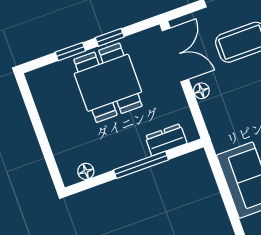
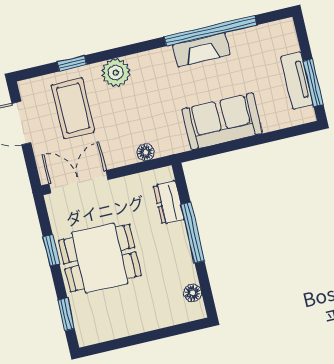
window: (70, 52) -> (66, 314), moved
floor lamp: (201, 91) -> (146, 152), moved

